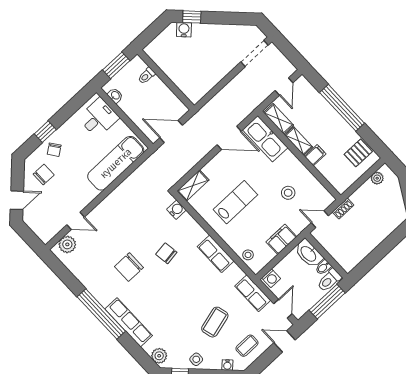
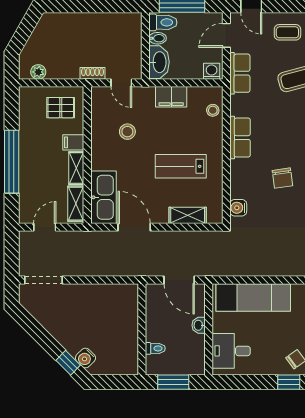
washbasin: (115, 96) -> (199, 325), moved
pallet: (358, 153) -> (61, 108), moved
shelving: (193, 186) -> (188, 215), moved

